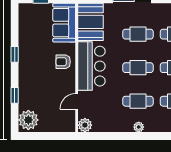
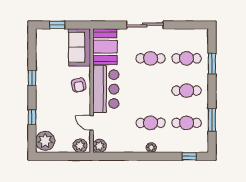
armchair: (63, 62) -> (79, 85), turned -103
cafe table: (138, 68) -> (151, 91), removed
door: (77, 101) -> (92, 123), hinge flipped
plant: (65, 125) -> (80, 146), added

